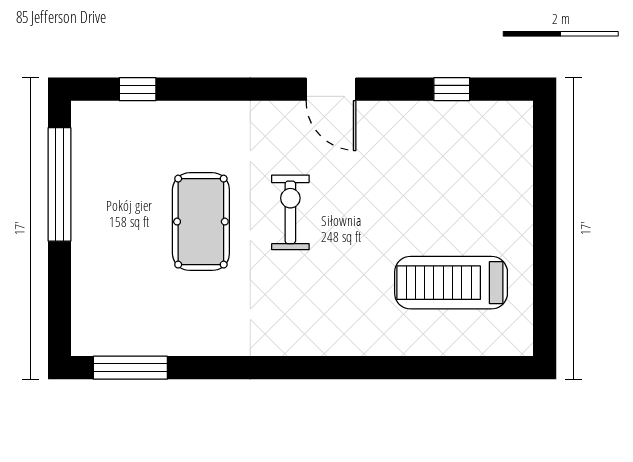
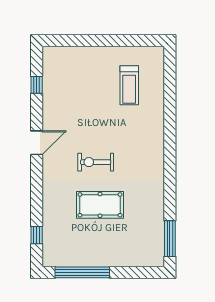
treadmill: (451, 283) -> (129, 85), width x0.73, depth x0.73

